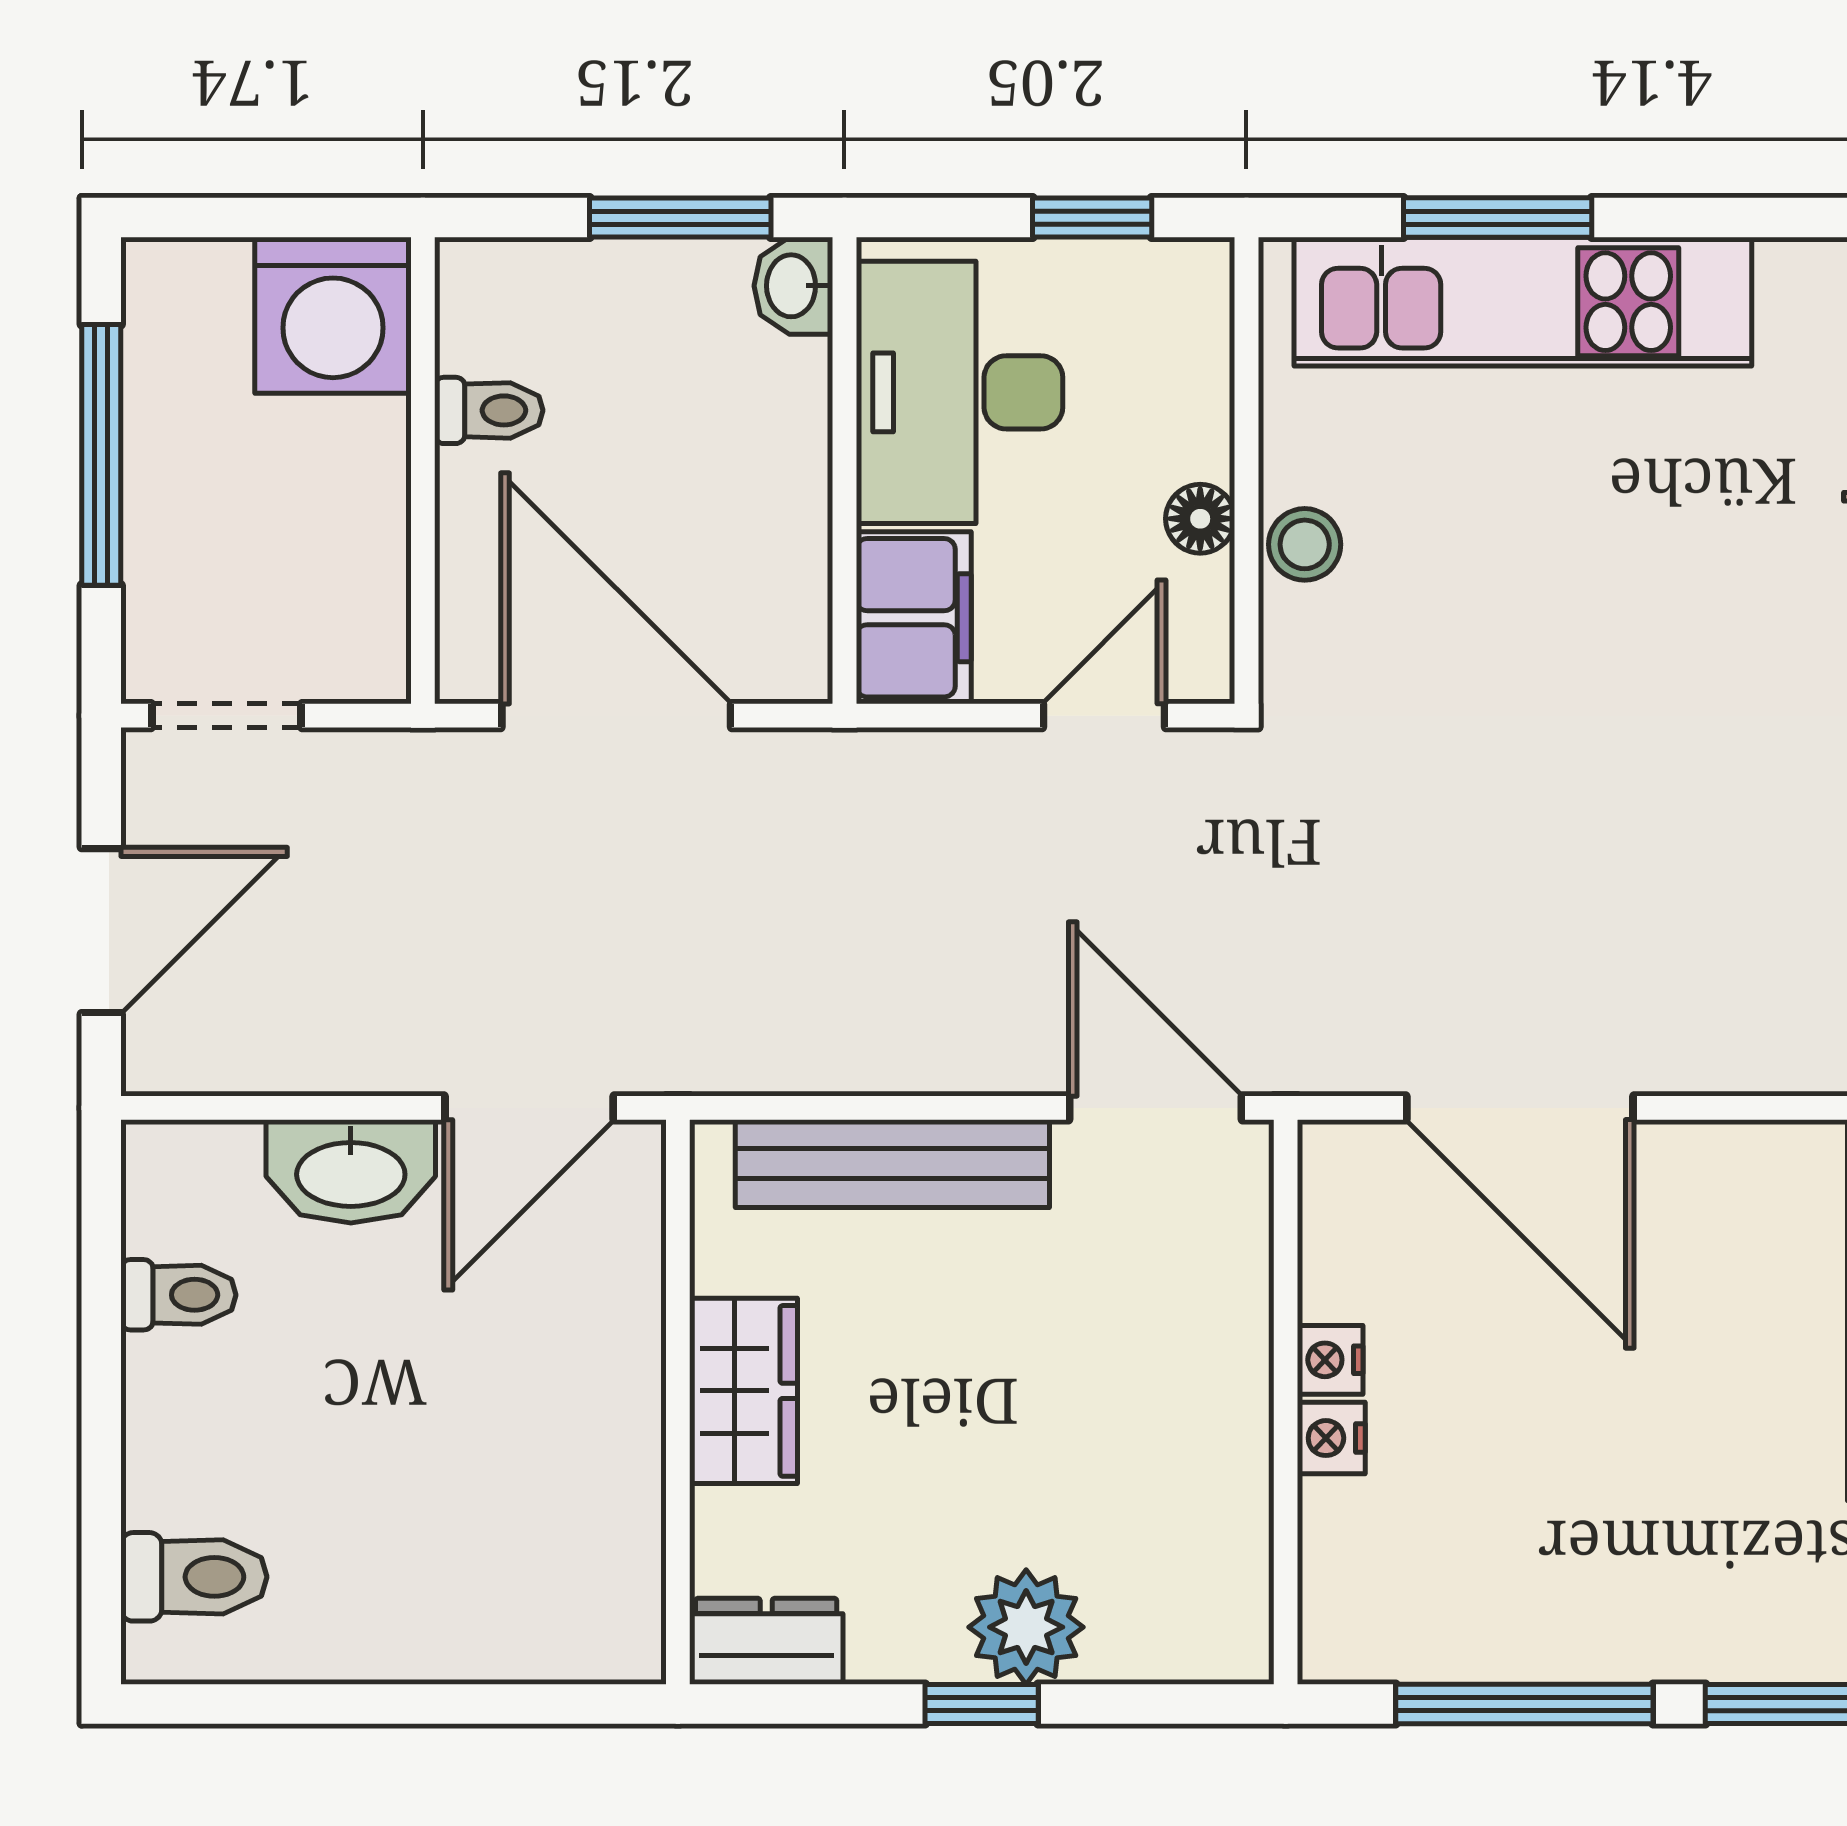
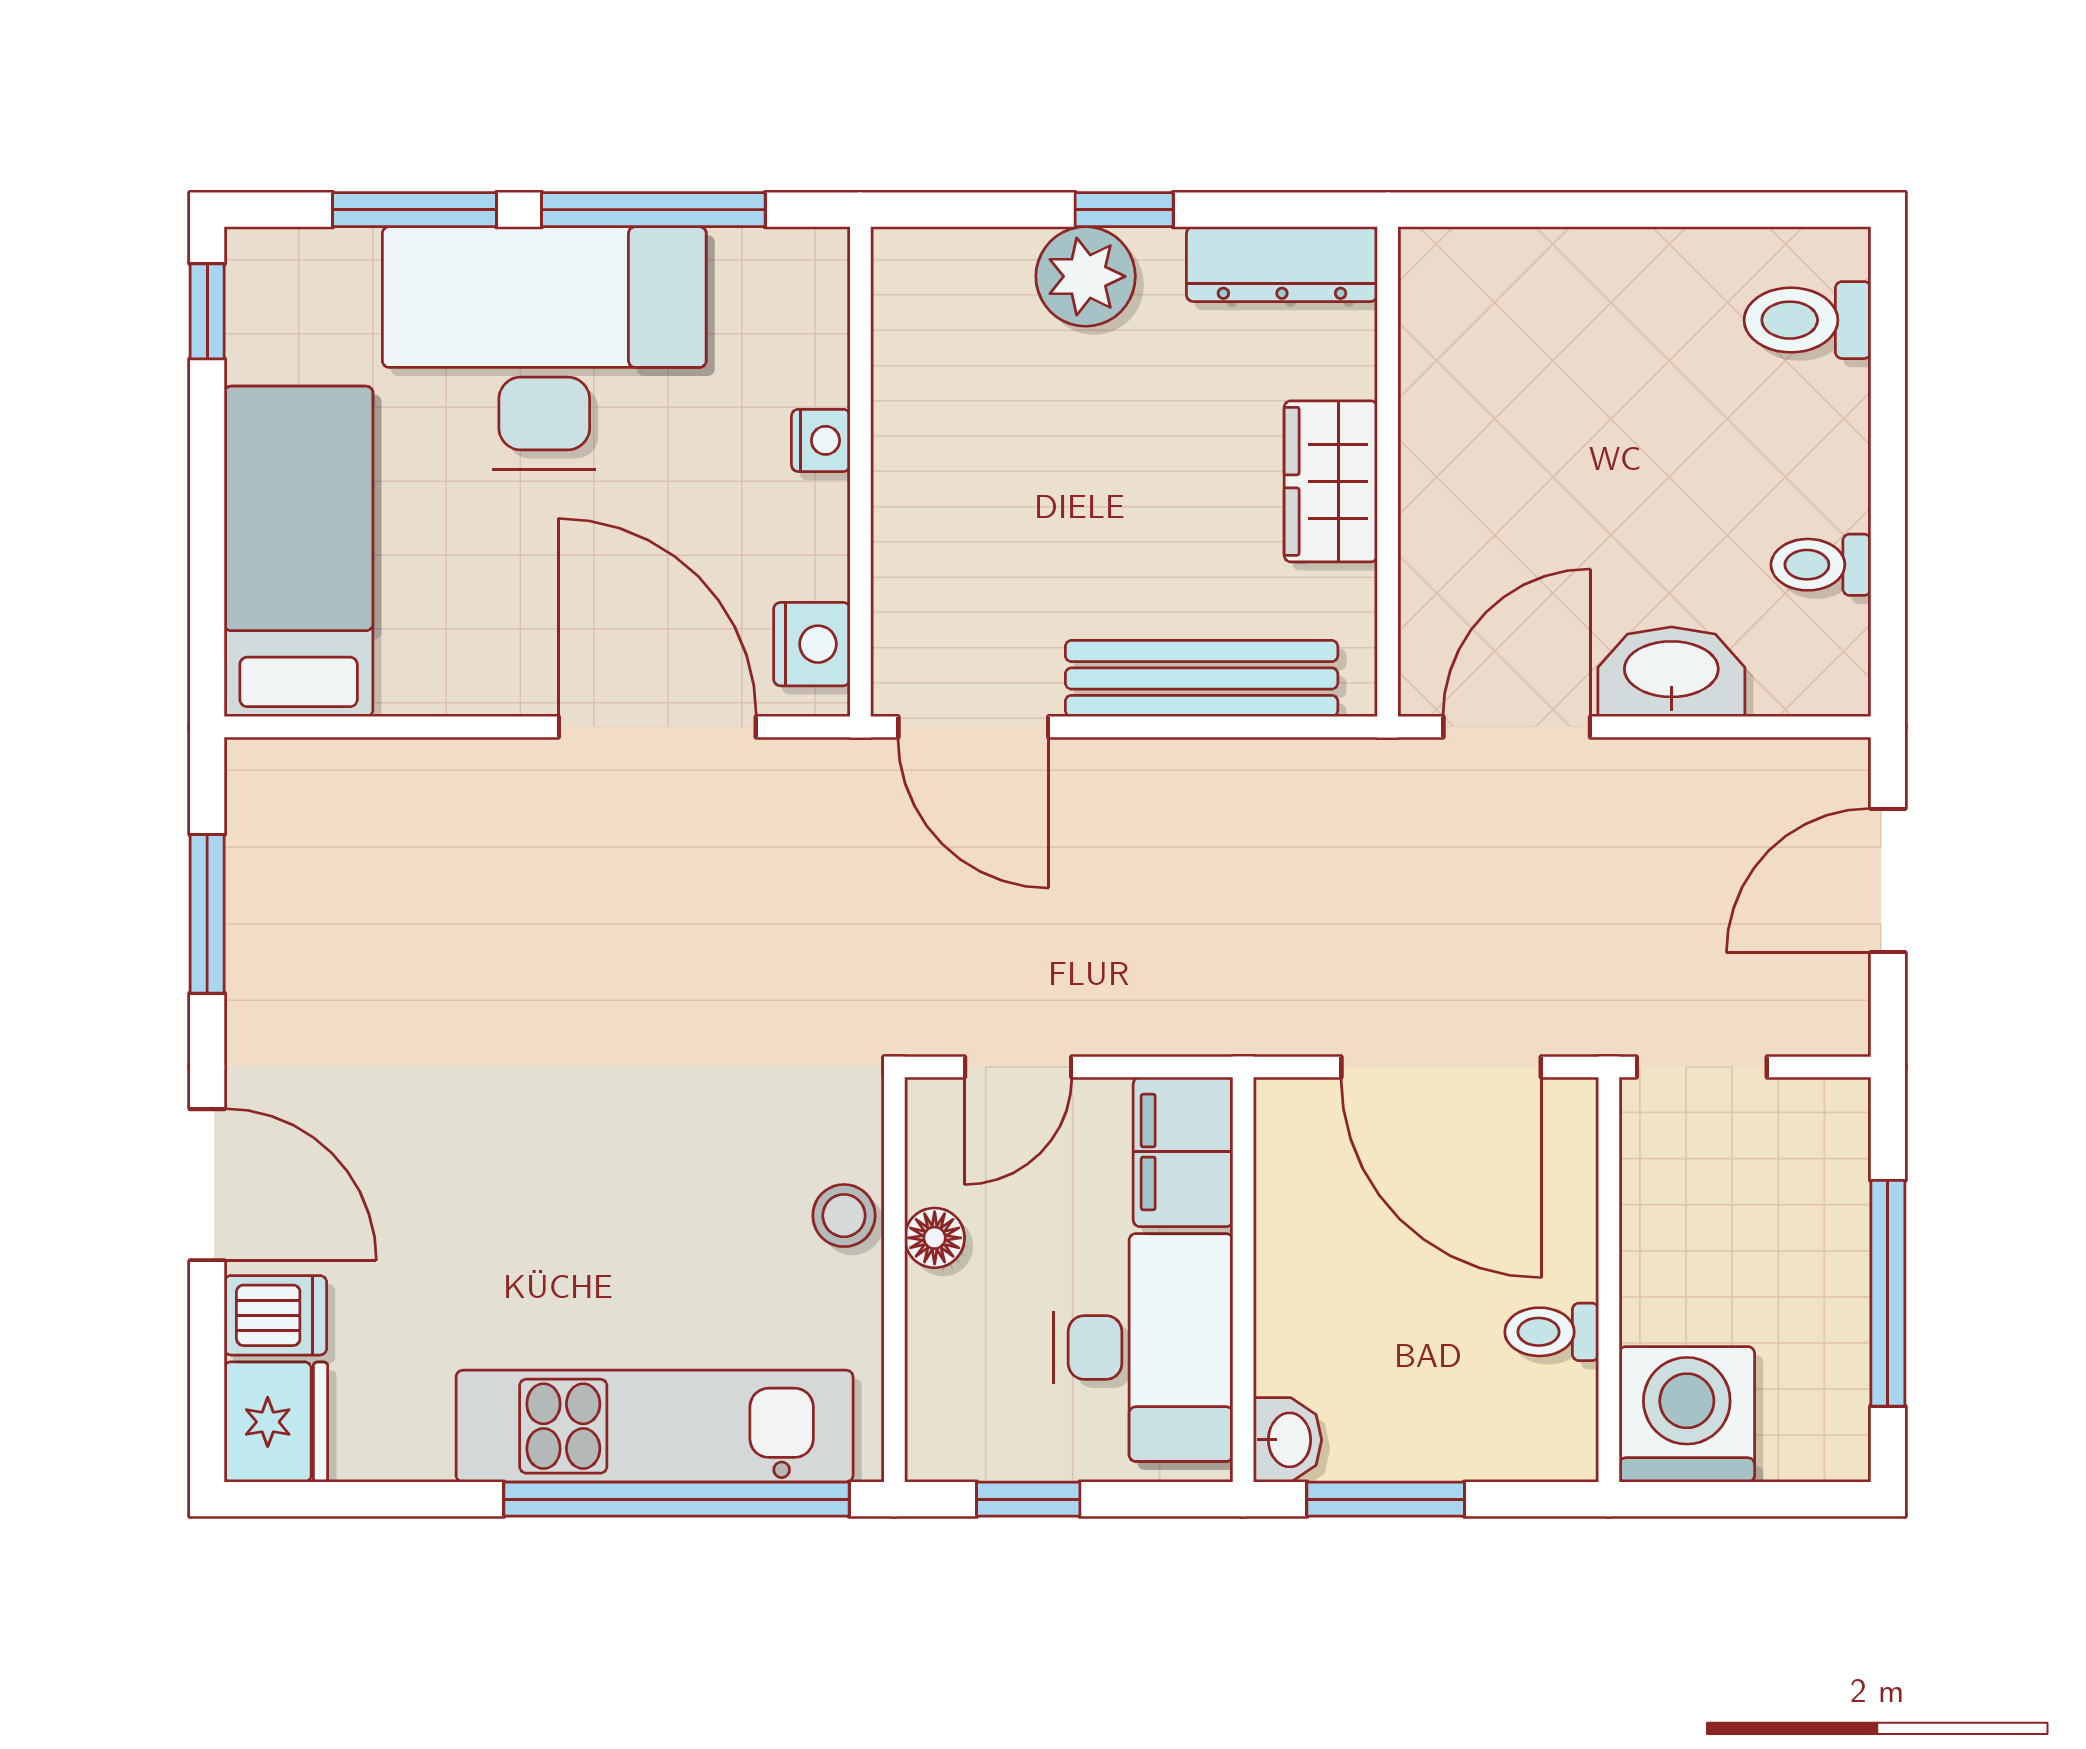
window: (1498, 218) -> (677, 1499), width x2.11
doorway: (226, 716) -> (1702, 1067), moved
nightstand: (1330, 1360) -> (812, 644), moved, width x1.39, depth x1.35
desk: (1650, 1545) -> (544, 348), added
dresser: (766, 1641) -> (1282, 264), width x1.44

